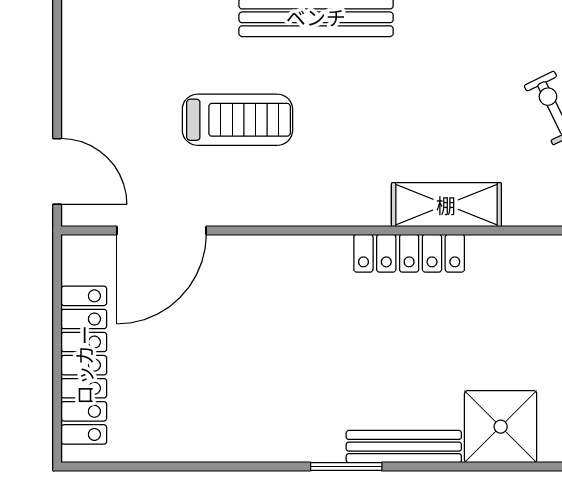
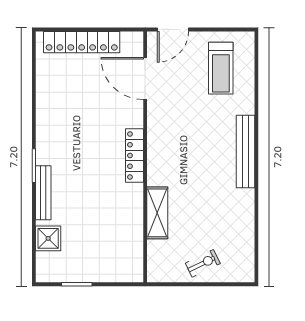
treadmill: (237, 120) -> (221, 68), moved
locker: (409, 253) -> (134, 155), moved
shower: (501, 427) -> (48, 238), width x0.73, depth x0.73

